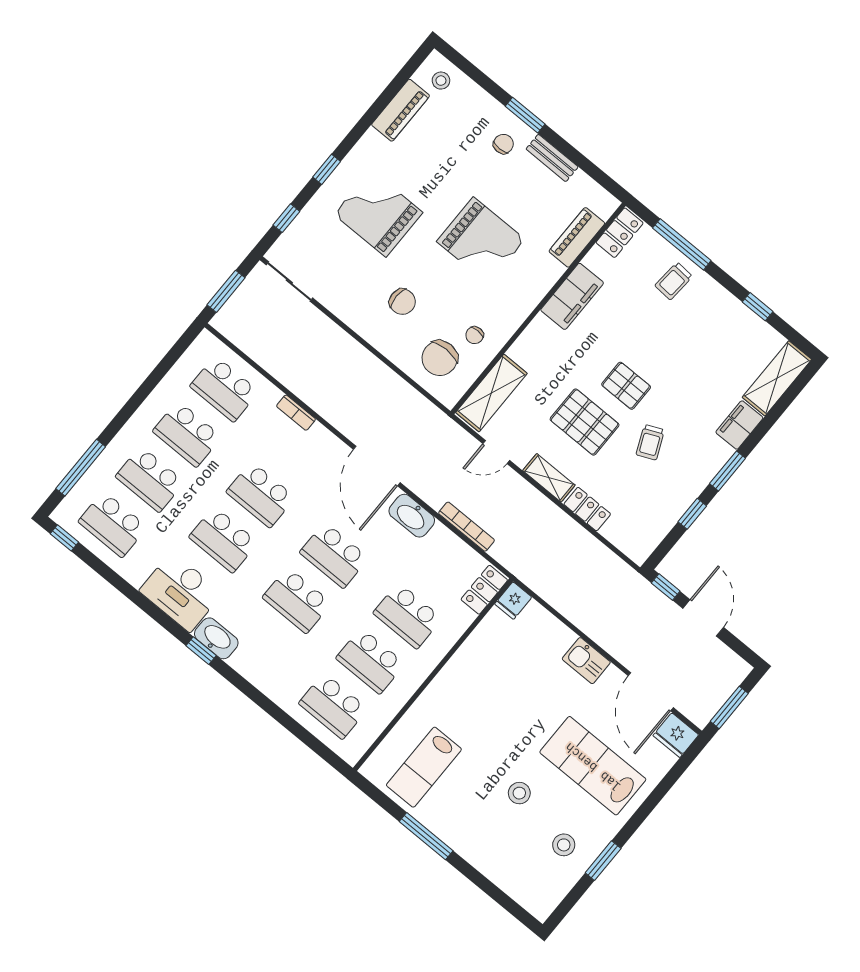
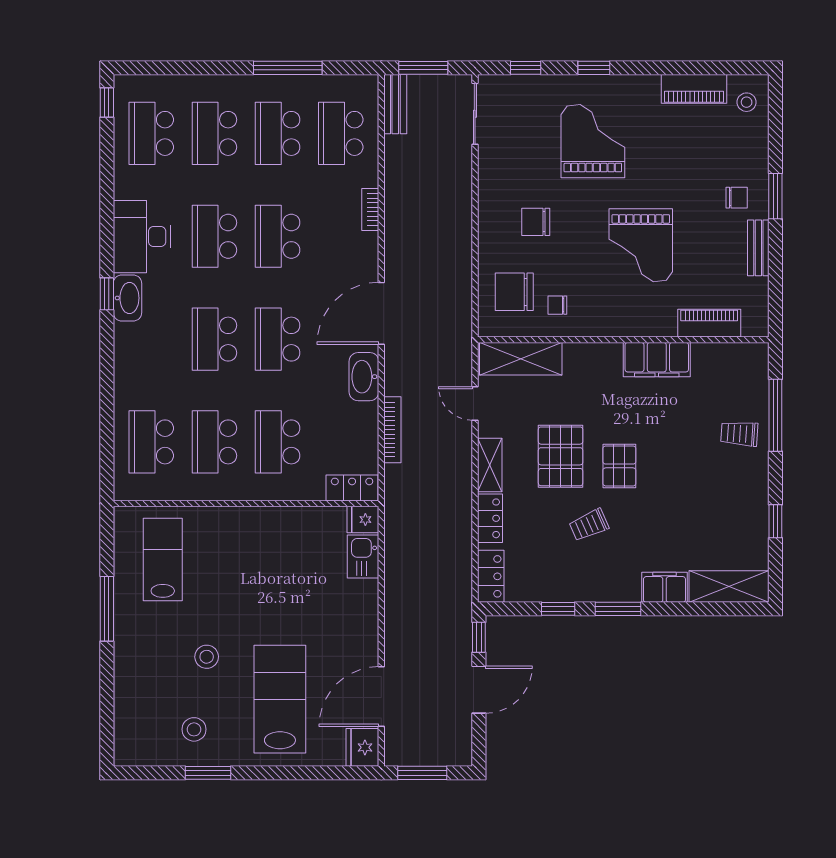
locker: (620, 233) -> (491, 576), moved, turned -90
chair: (402, 302) -> (536, 222), turned 90
bench: (235, 333) -> (395, 104), added
window: (81, 468) -> (288, 68), moved
kitchen sink: (586, 661) -> (363, 557), moved
lab bench: (424, 767) -> (163, 559), turned 90

